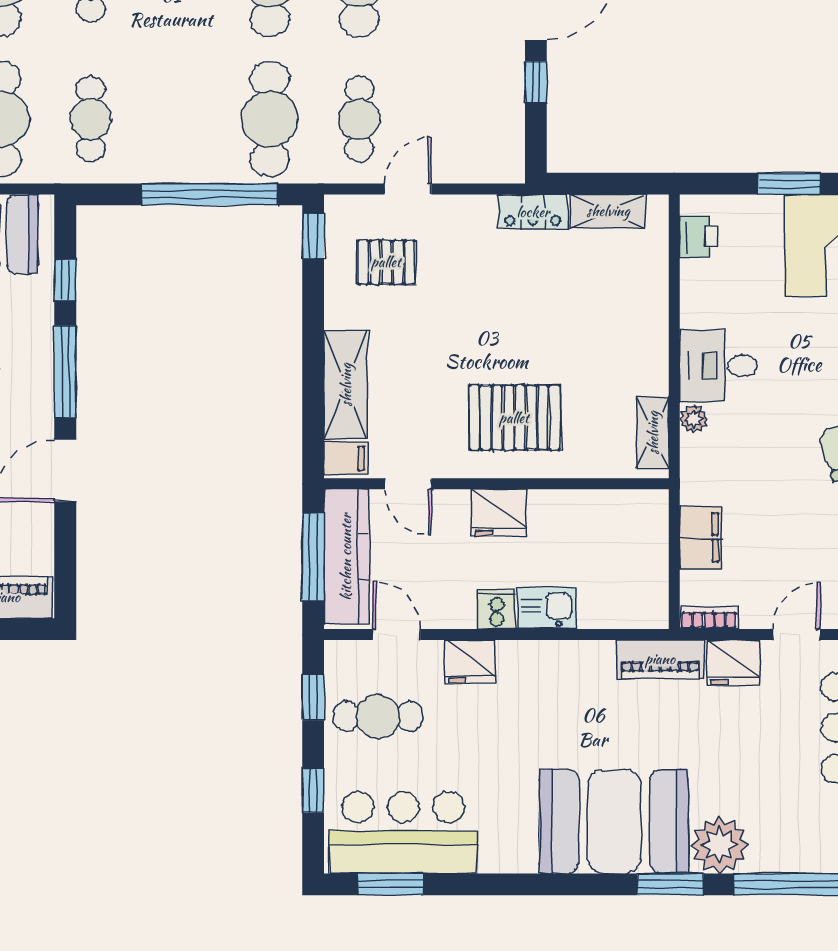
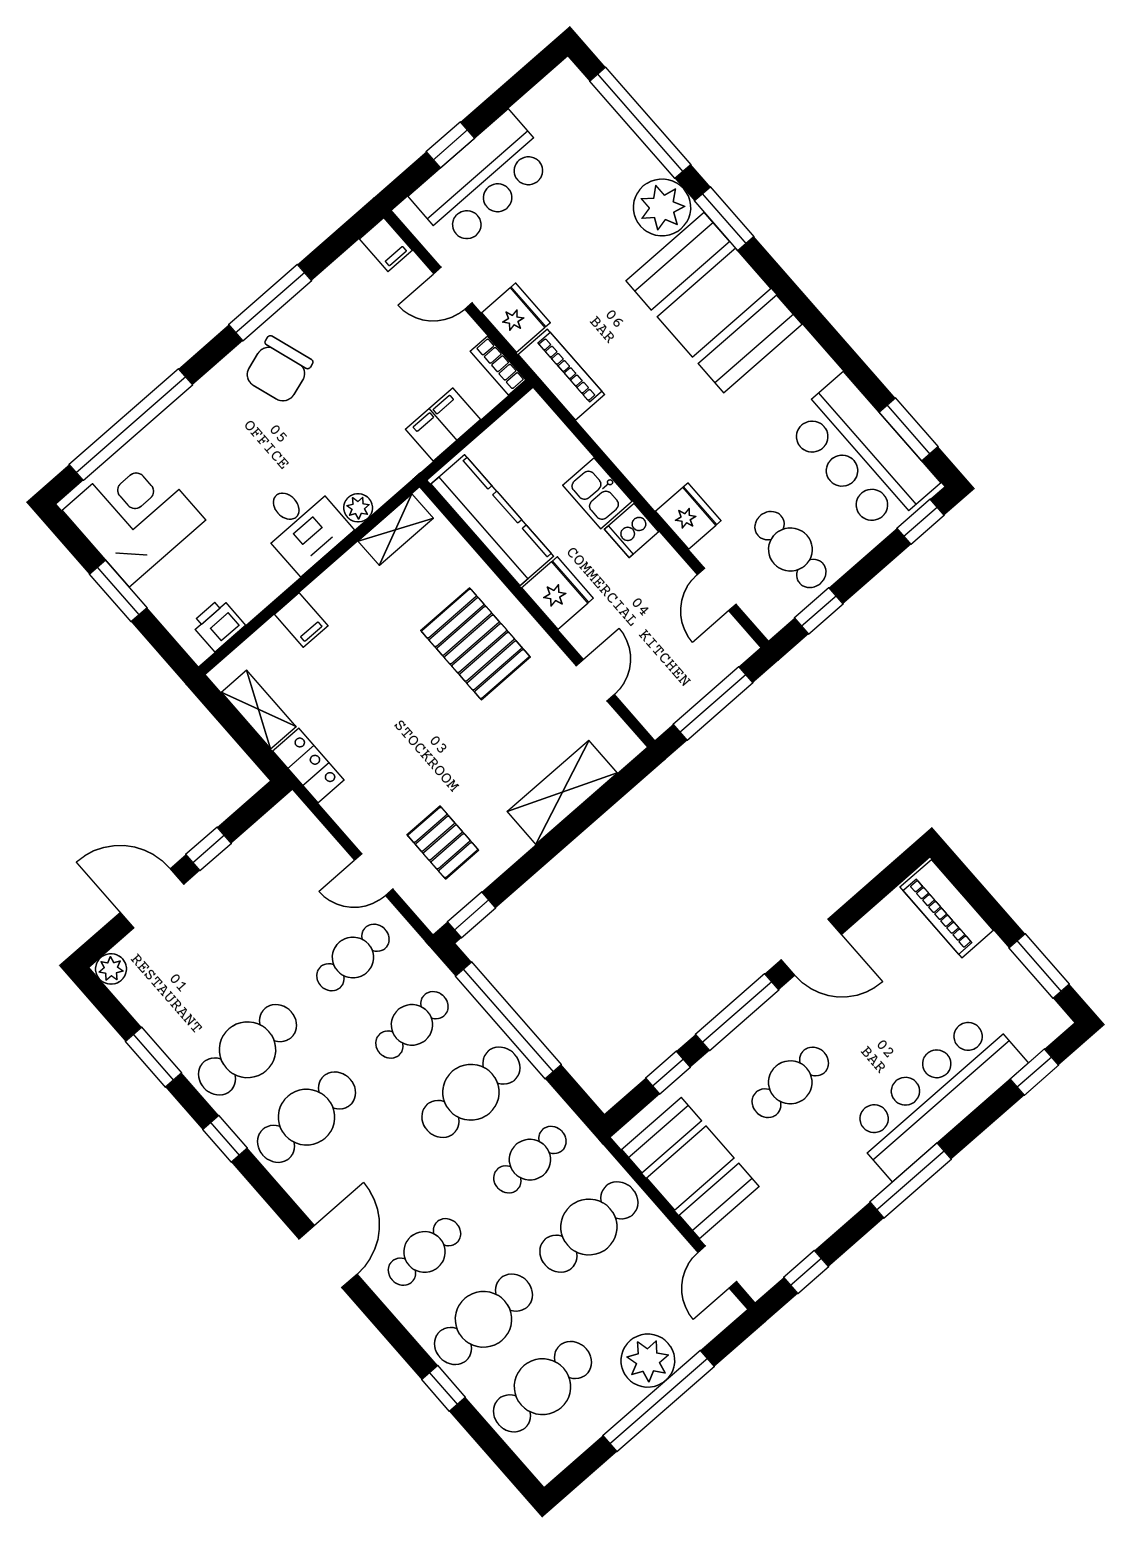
cafe table: (180, 119) -> (471, 1092), added
cafe table: (270, 119) -> (412, 1025), width x0.73, depth x0.74
filing cabinet: (346, 459) -> (301, 620), moved, turned 180
kitchen counter: (346, 557) -> (492, 520), moved, turned 90
window: (313, 791) -> (921, 522), moved

